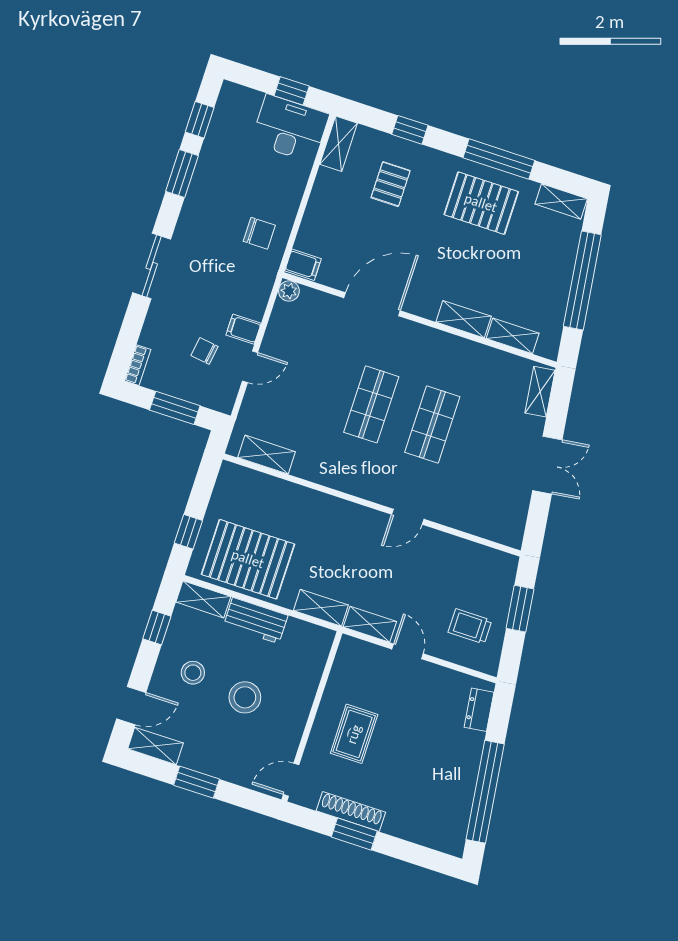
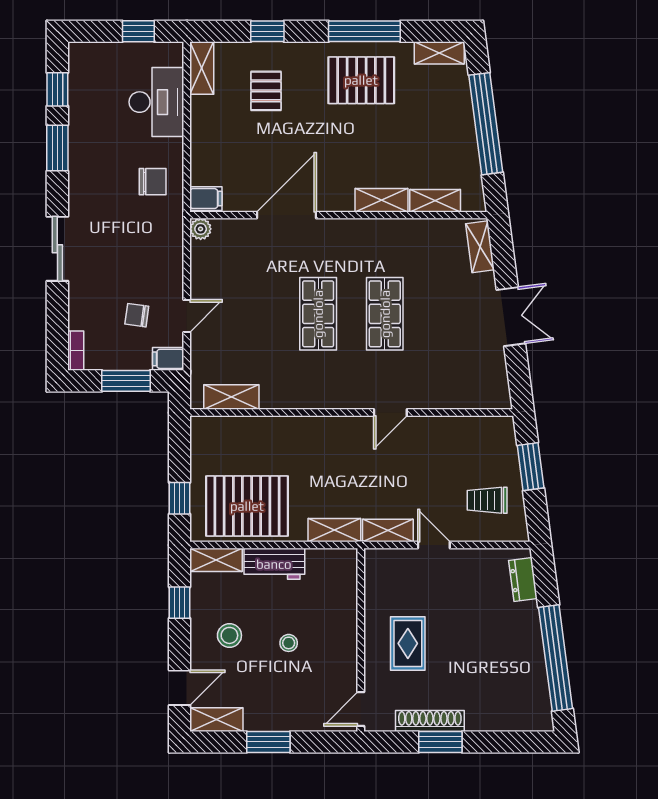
desk: (290, 129) -> (156, 102), moved, turned 90
filing cabinet: (244, 329) -> (168, 359), moved
stool: (245, 697) -> (289, 643), width x0.53, depth x0.53

